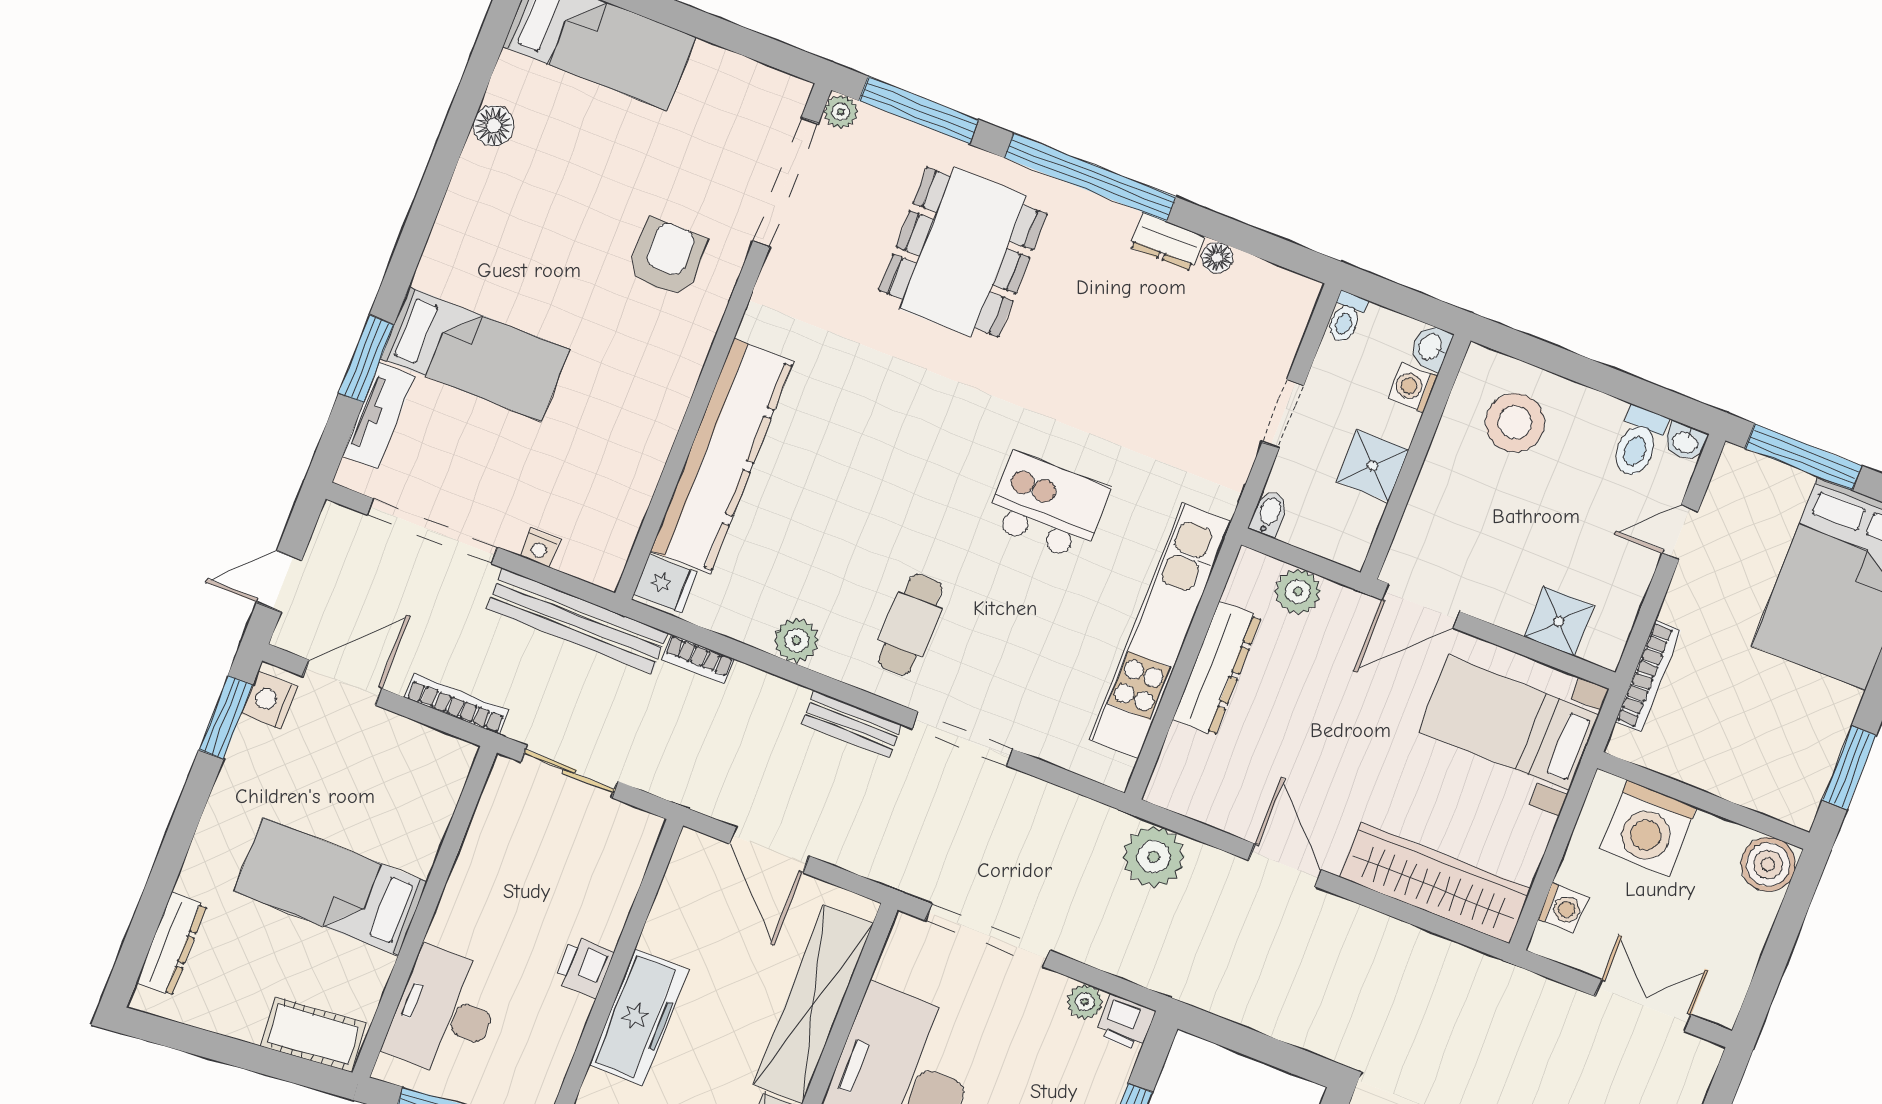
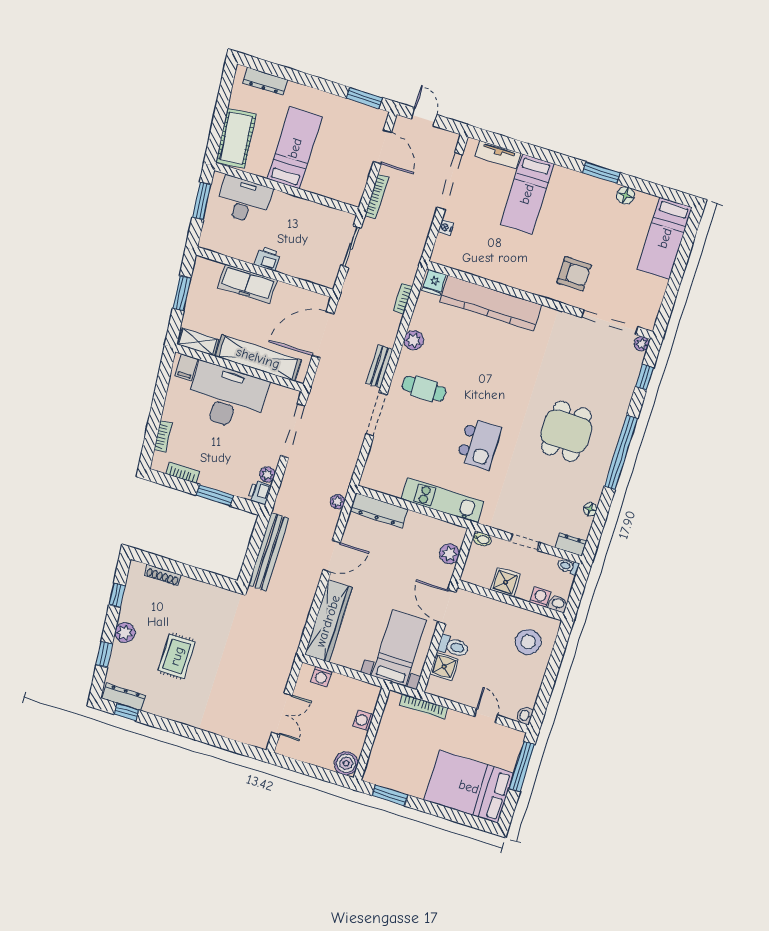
window: (919, 110) -> (645, 377), width x0.46
dresser: (1167, 242) -> (571, 544), moved, turned 90
dining table: (963, 252) -> (566, 431), moved, width x0.73
window: (366, 359) -> (601, 173), moved
toilet: (1638, 442) -> (453, 646), moved, turned 180
bench: (577, 621) -> (269, 552), moved
kitchen unit: (1160, 631) -> (442, 500), width x0.73
dresser: (1217, 668) -> (379, 510), moved
nightstand: (269, 700) -> (373, 116), removed
washing machine: (1648, 828) -> (363, 720), width x0.53, depth x0.53
door: (769, 850) -> (323, 335), width x1.36
plant: (1154, 857) -> (337, 502), width x0.53, depth x0.53
cot: (313, 1035) -> (236, 138), width x1.37, depth x1.34

